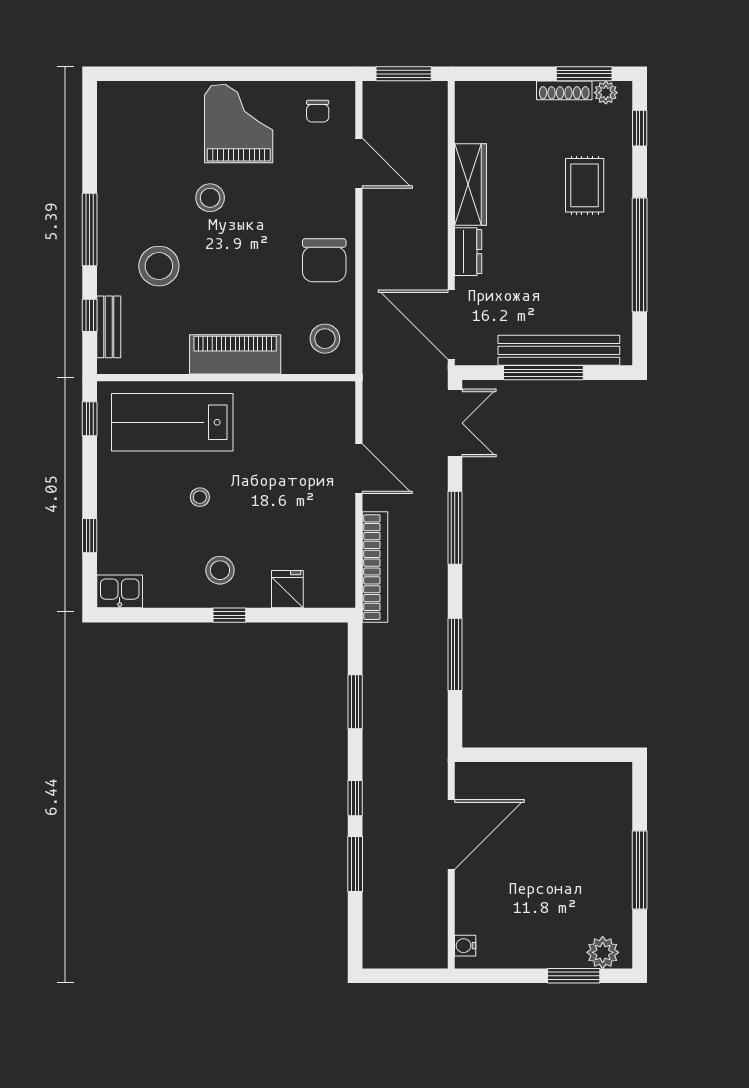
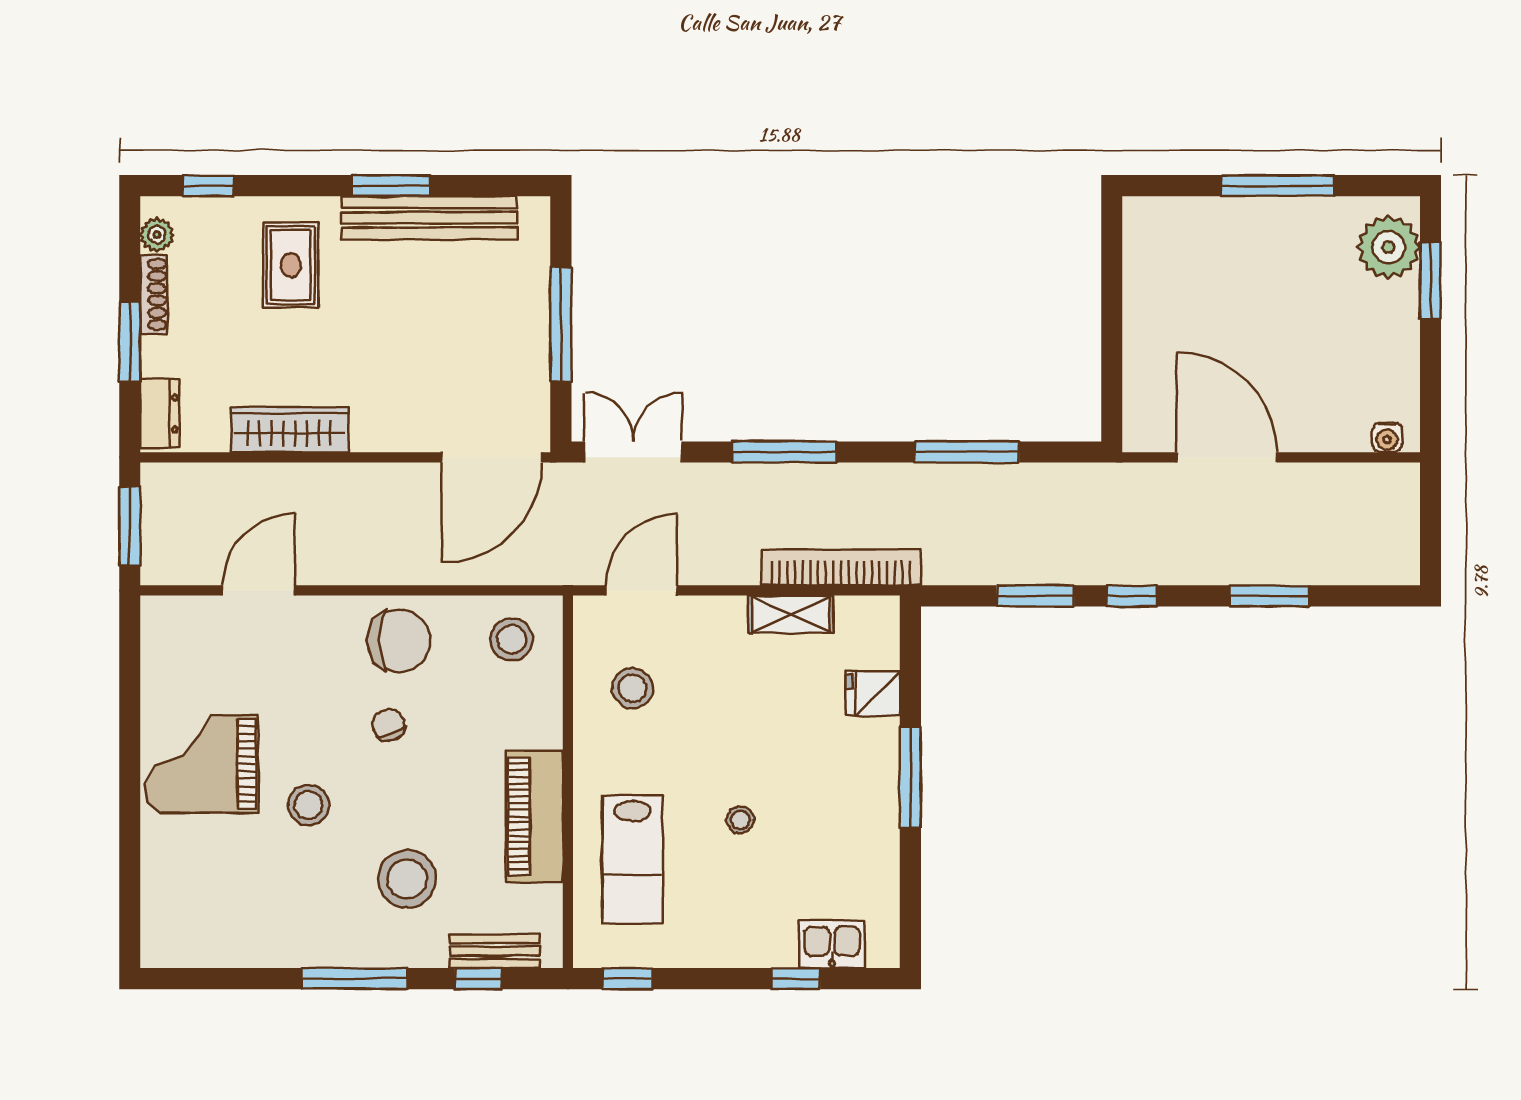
window: (584, 74) -> (130, 341), moved
chair: (318, 111) -> (389, 725), moved, turned -110
rug: (585, 185) -> (291, 265), turned 90
dresser: (468, 252) -> (160, 414), moved, turned 90
window: (640, 255) -> (391, 186), width x0.47
bench: (559, 350) -> (429, 218), moved, turned 90
piano: (235, 354) -> (534, 816), moved
lab bench: (172, 422) -> (632, 860), width x0.73, depth x0.72
door: (359, 469) -> (641, 590), moved
shelving: (342, 532) -> (791, 614), added
stool: (220, 570) -> (633, 688), moved
kitchen sink: (120, 591) -> (832, 944), moved, turned 90
window: (229, 615) -> (910, 777), width x2.17
window: (355, 798) -> (1131, 596), moved
plant: (603, 952) -> (1388, 247), width x1.36, depth x1.36

